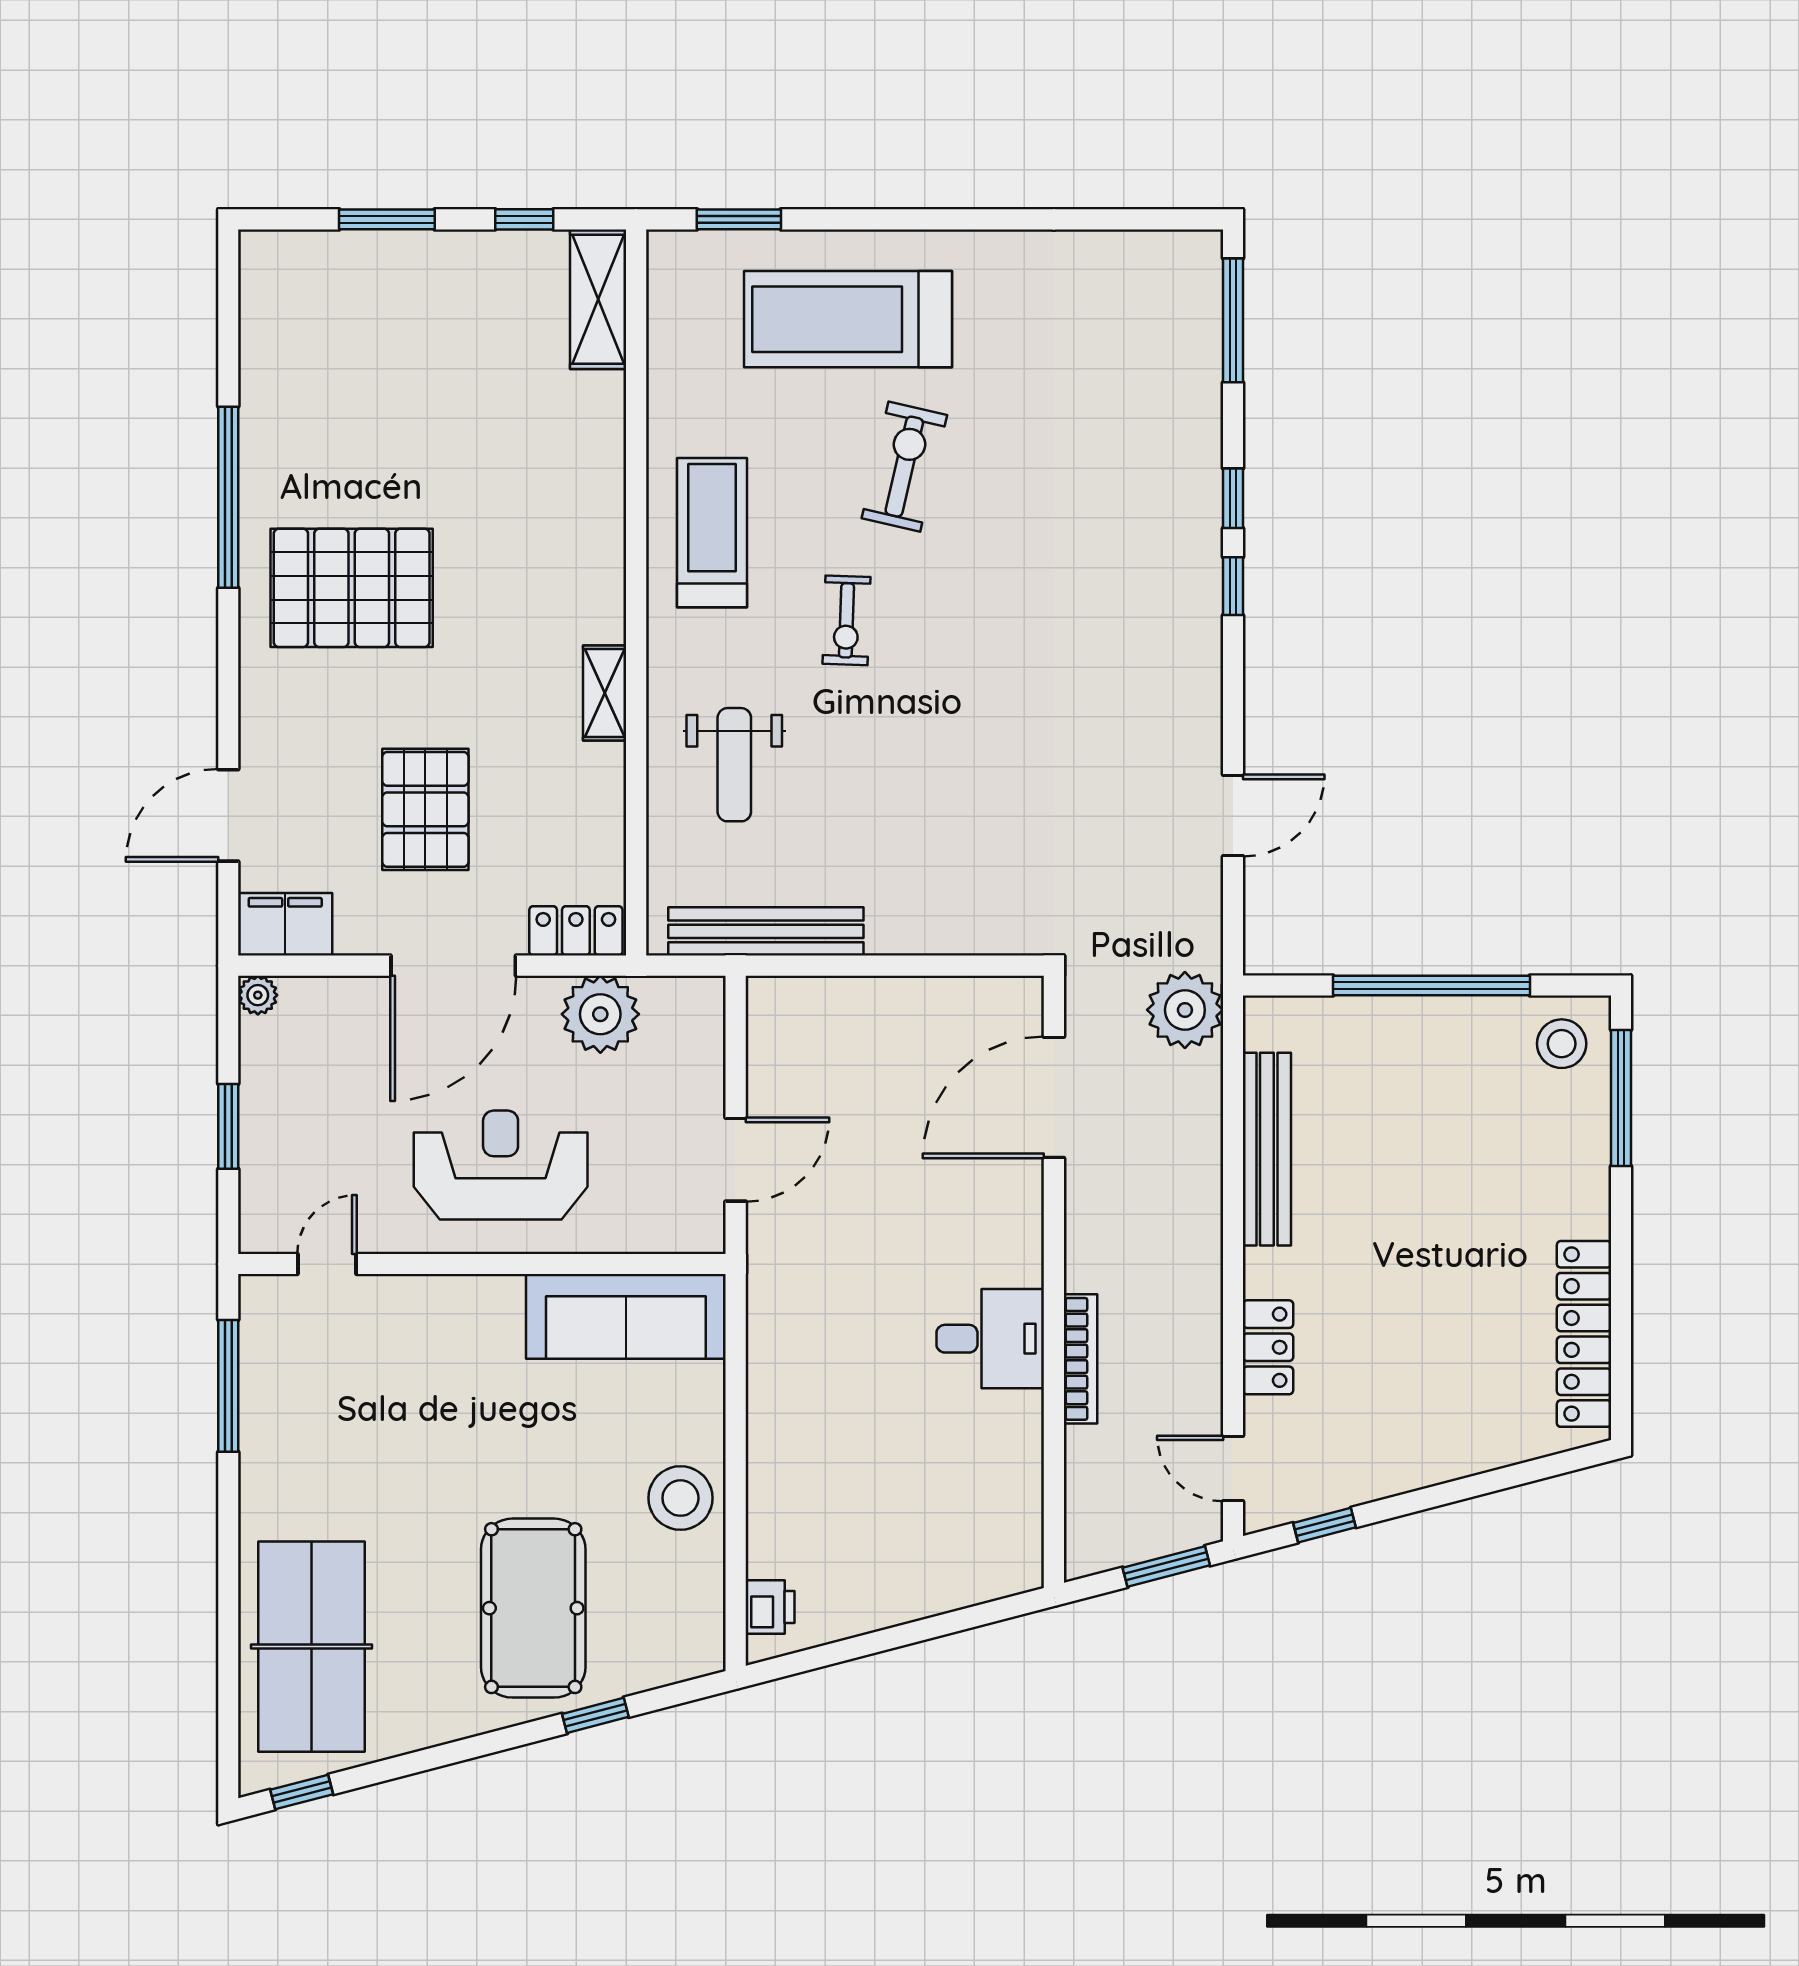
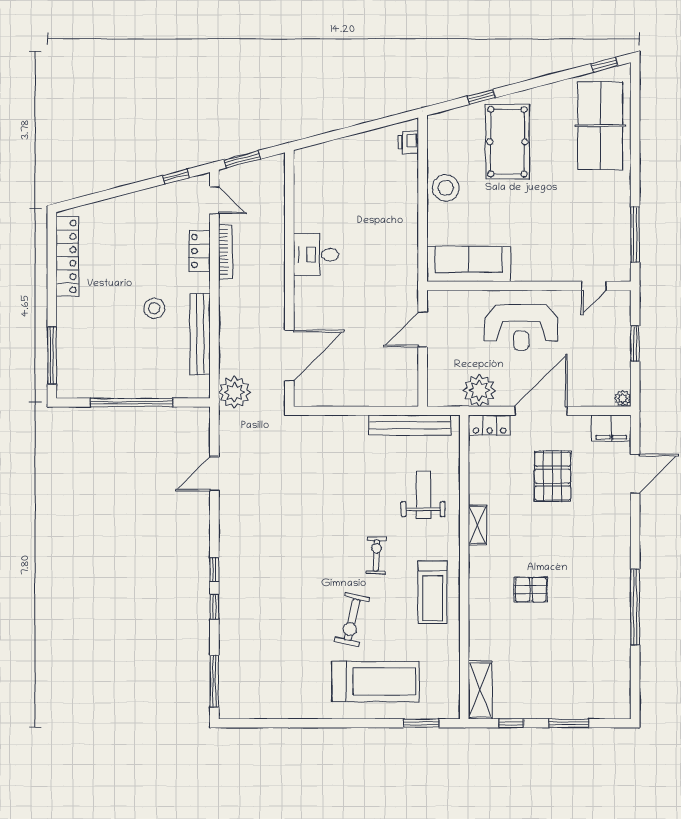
pallet: (352, 588) -> (531, 590), moved, width x0.49, depth x0.50
stool: (1562, 1044) -> (154, 308), moved
bookcase: (1080, 1359) -> (225, 252), moved, turned 180

